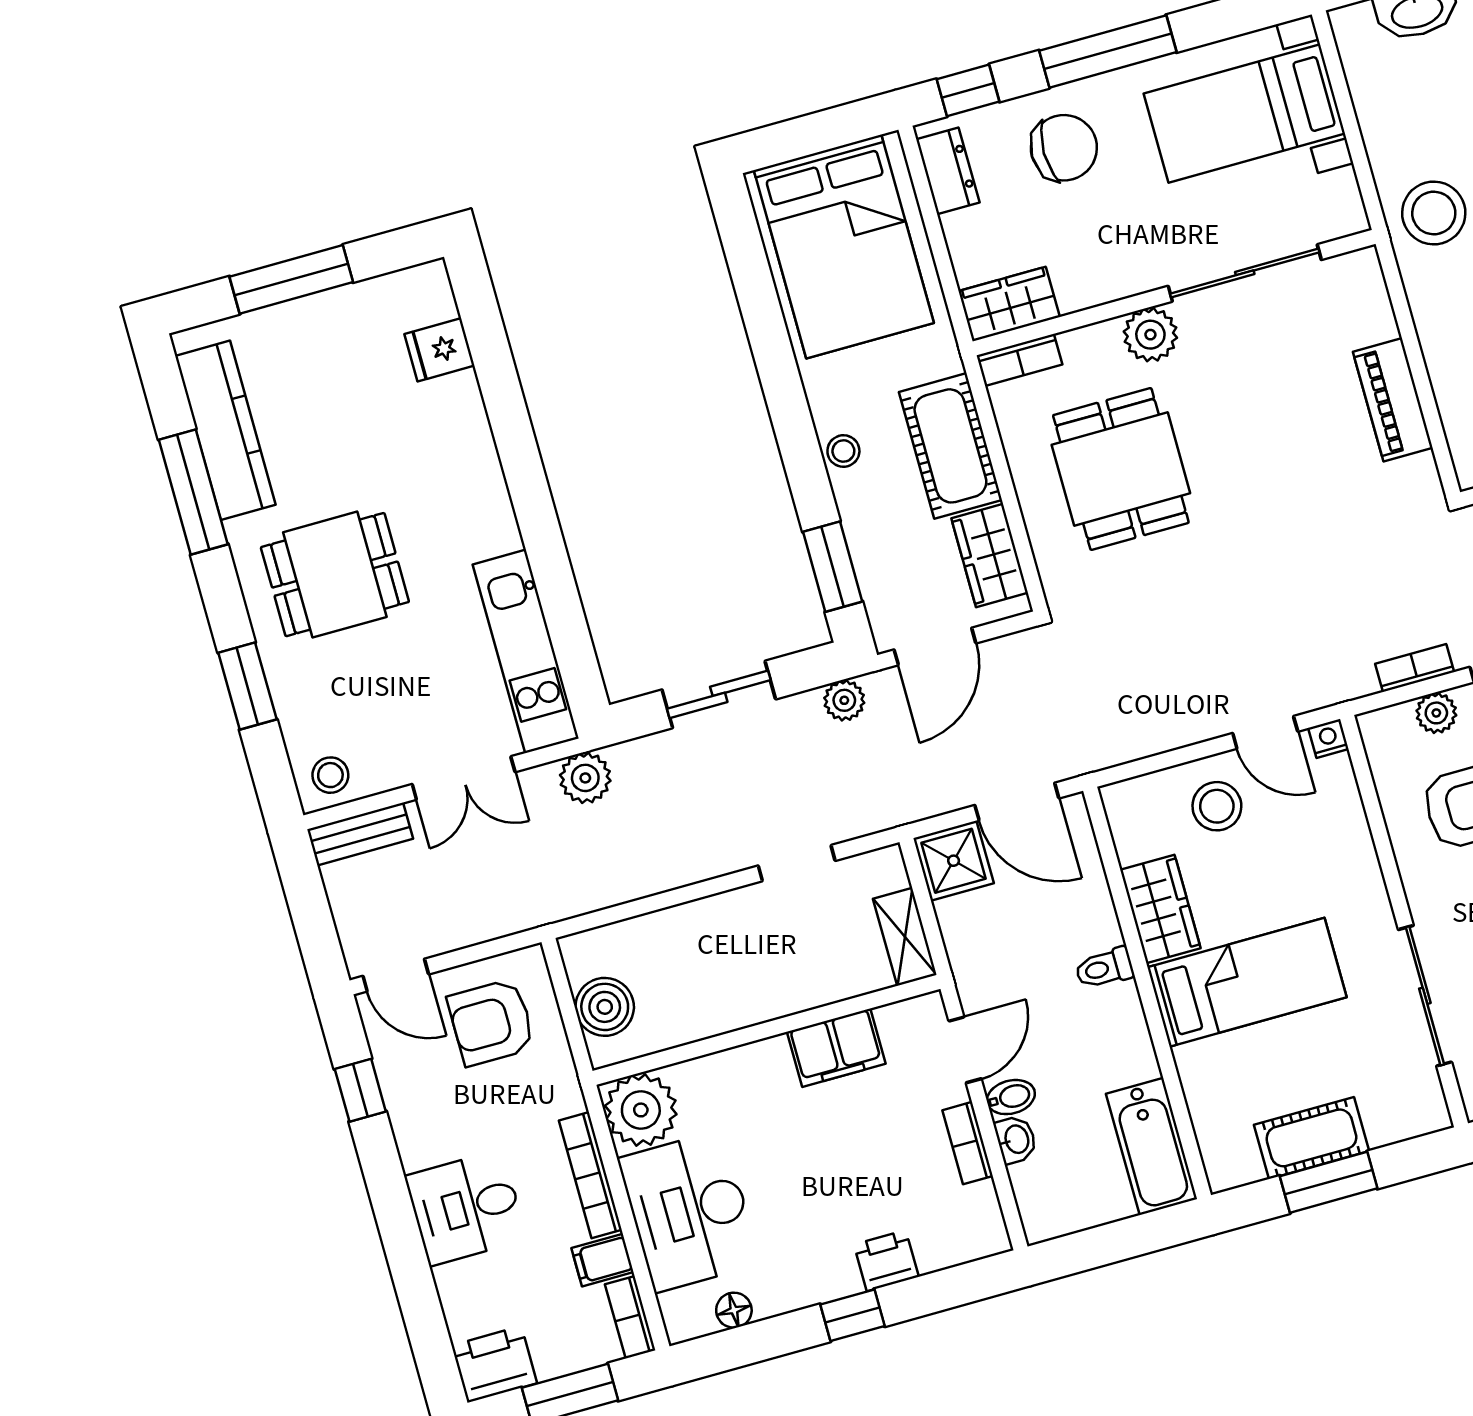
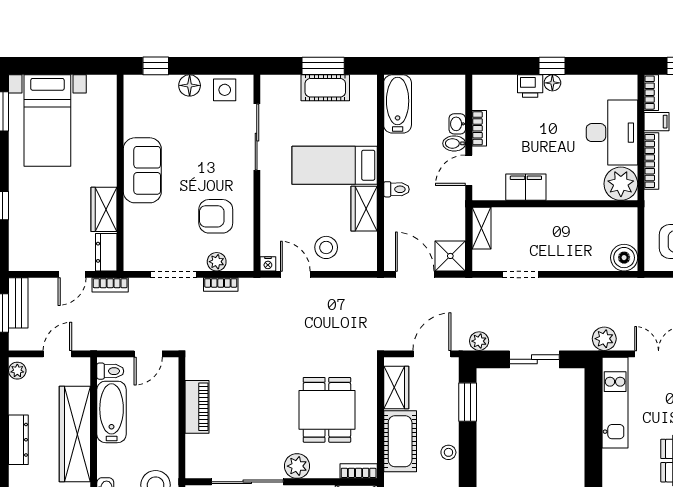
boiler: (605, 1007) -> (624, 258), moved
floor lamp: (734, 1310) -> (552, 83), moved

